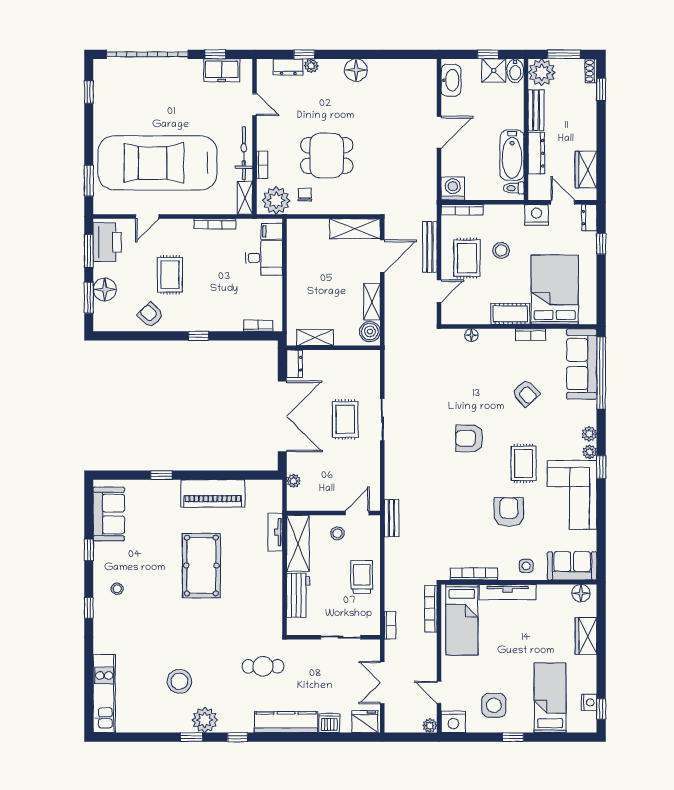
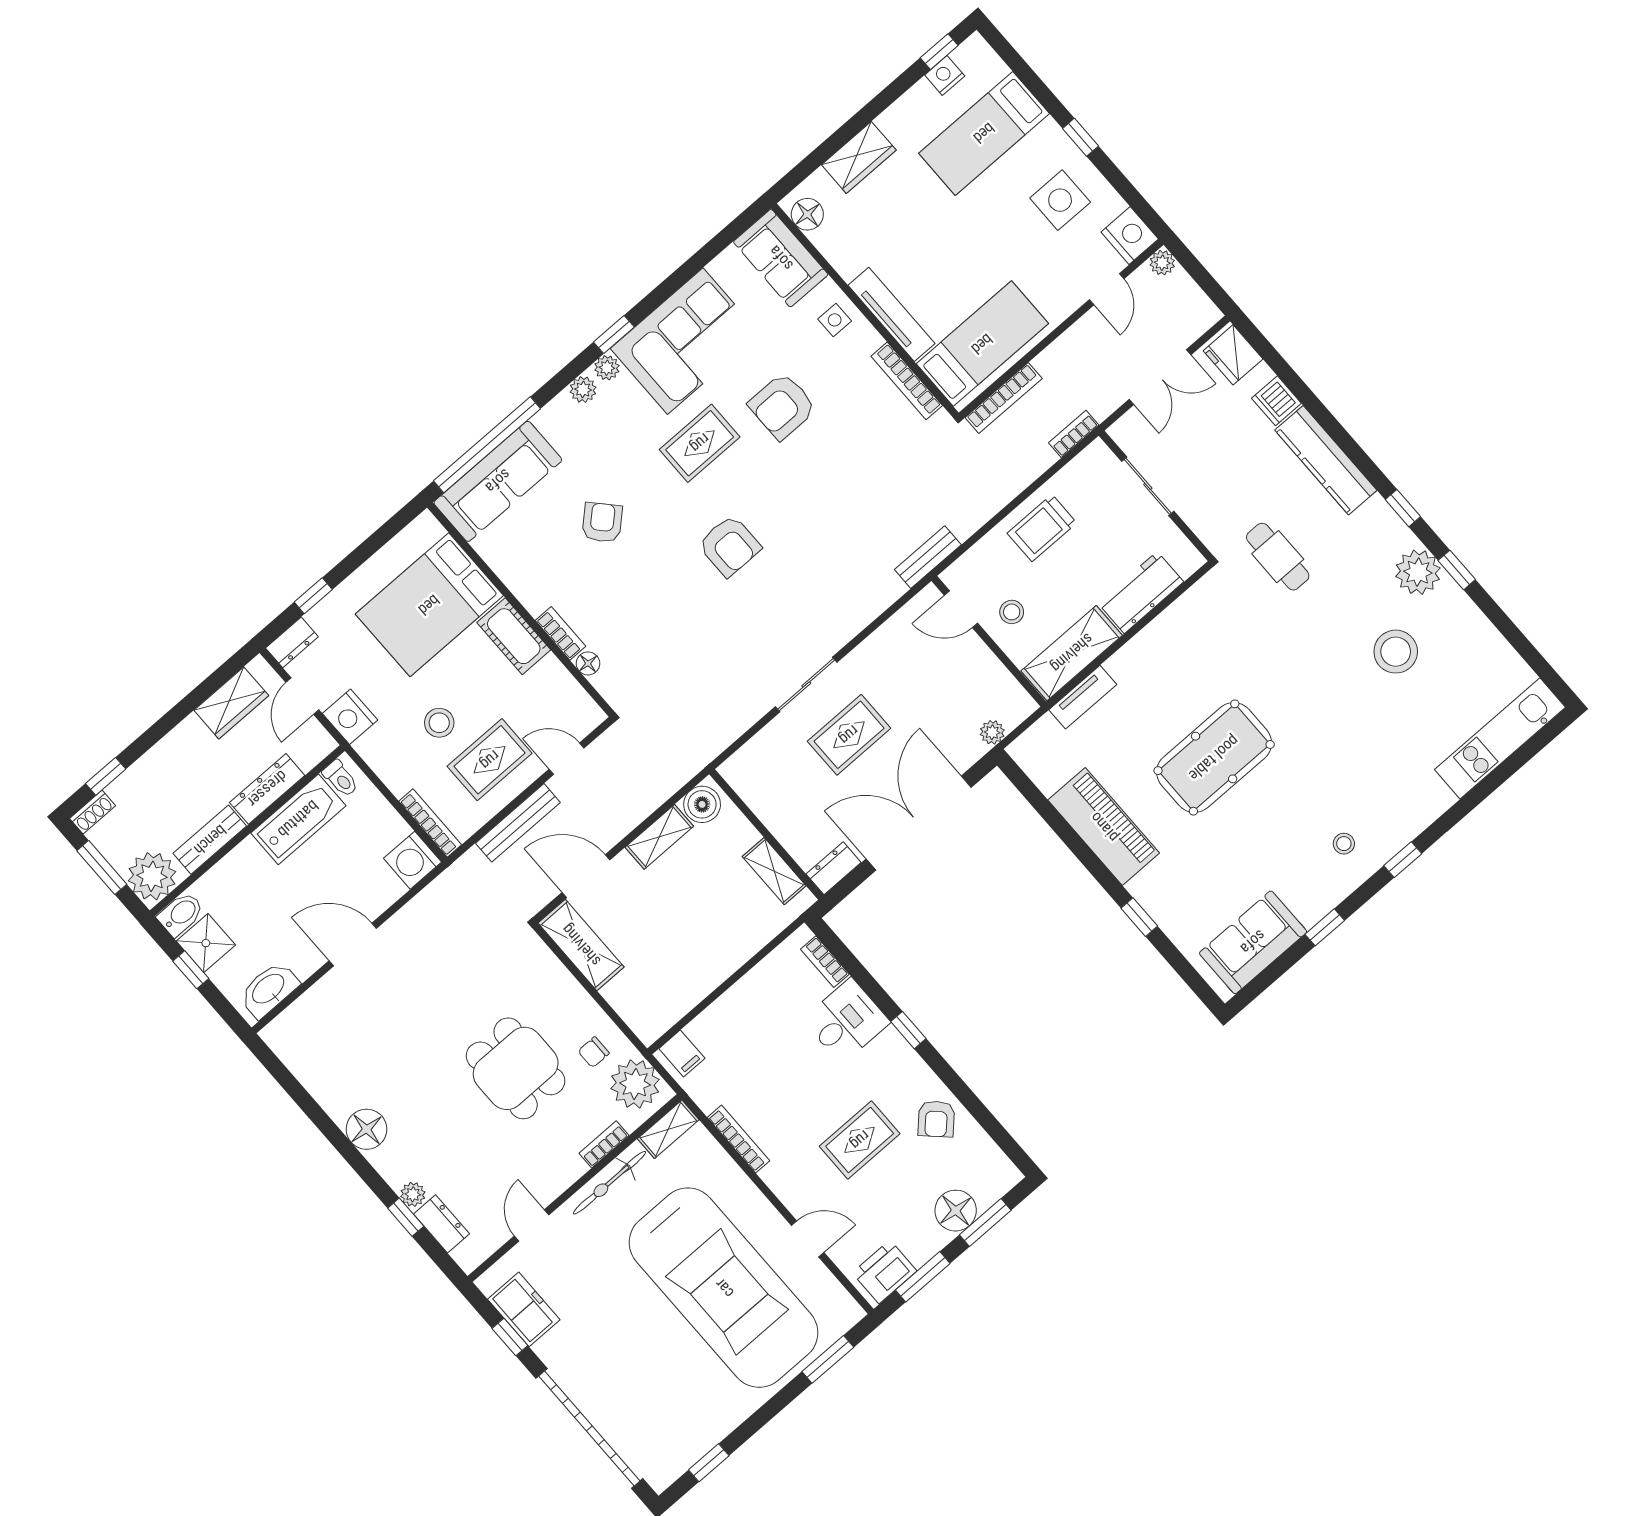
printer: (107, 242) -> (885, 1272), width x0.73, depth x0.84
desk: (264, 258) -> (846, 1021), moved, turned 90
bookcase: (531, 335) -> (561, 633), moved

